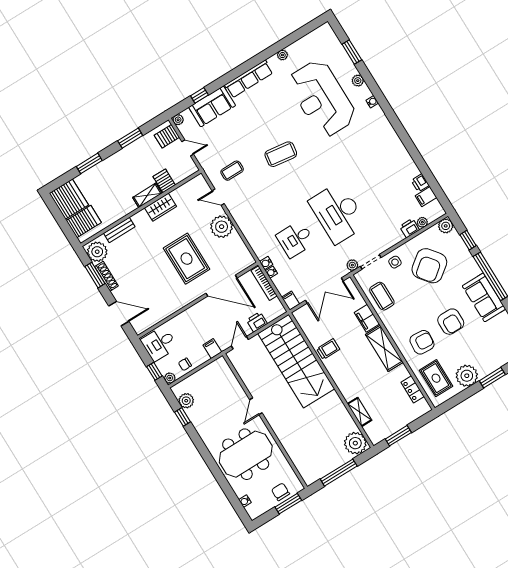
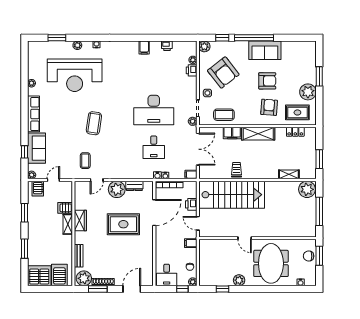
filing cabinet: (426, 197) -> (144, 48), moved
dresser: (238, 244) -> (134, 186), added
plant: (186, 401) -> (239, 280), moved

